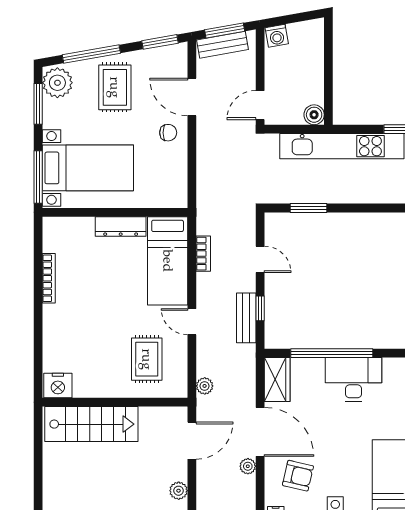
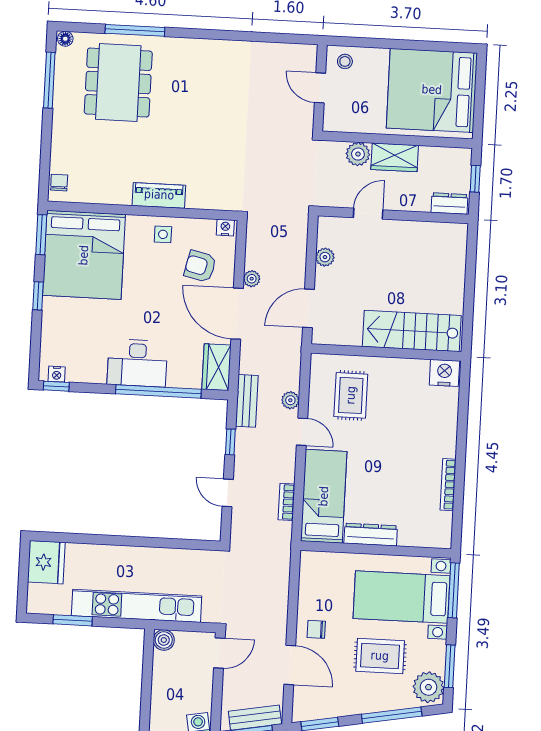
rug: (115, 87) -> (380, 656), moved, turned 90
window: (308, 208) -> (175, 543), removed
bench: (246, 318) -> (247, 401), moved
plant: (205, 386) -> (290, 400), moved

